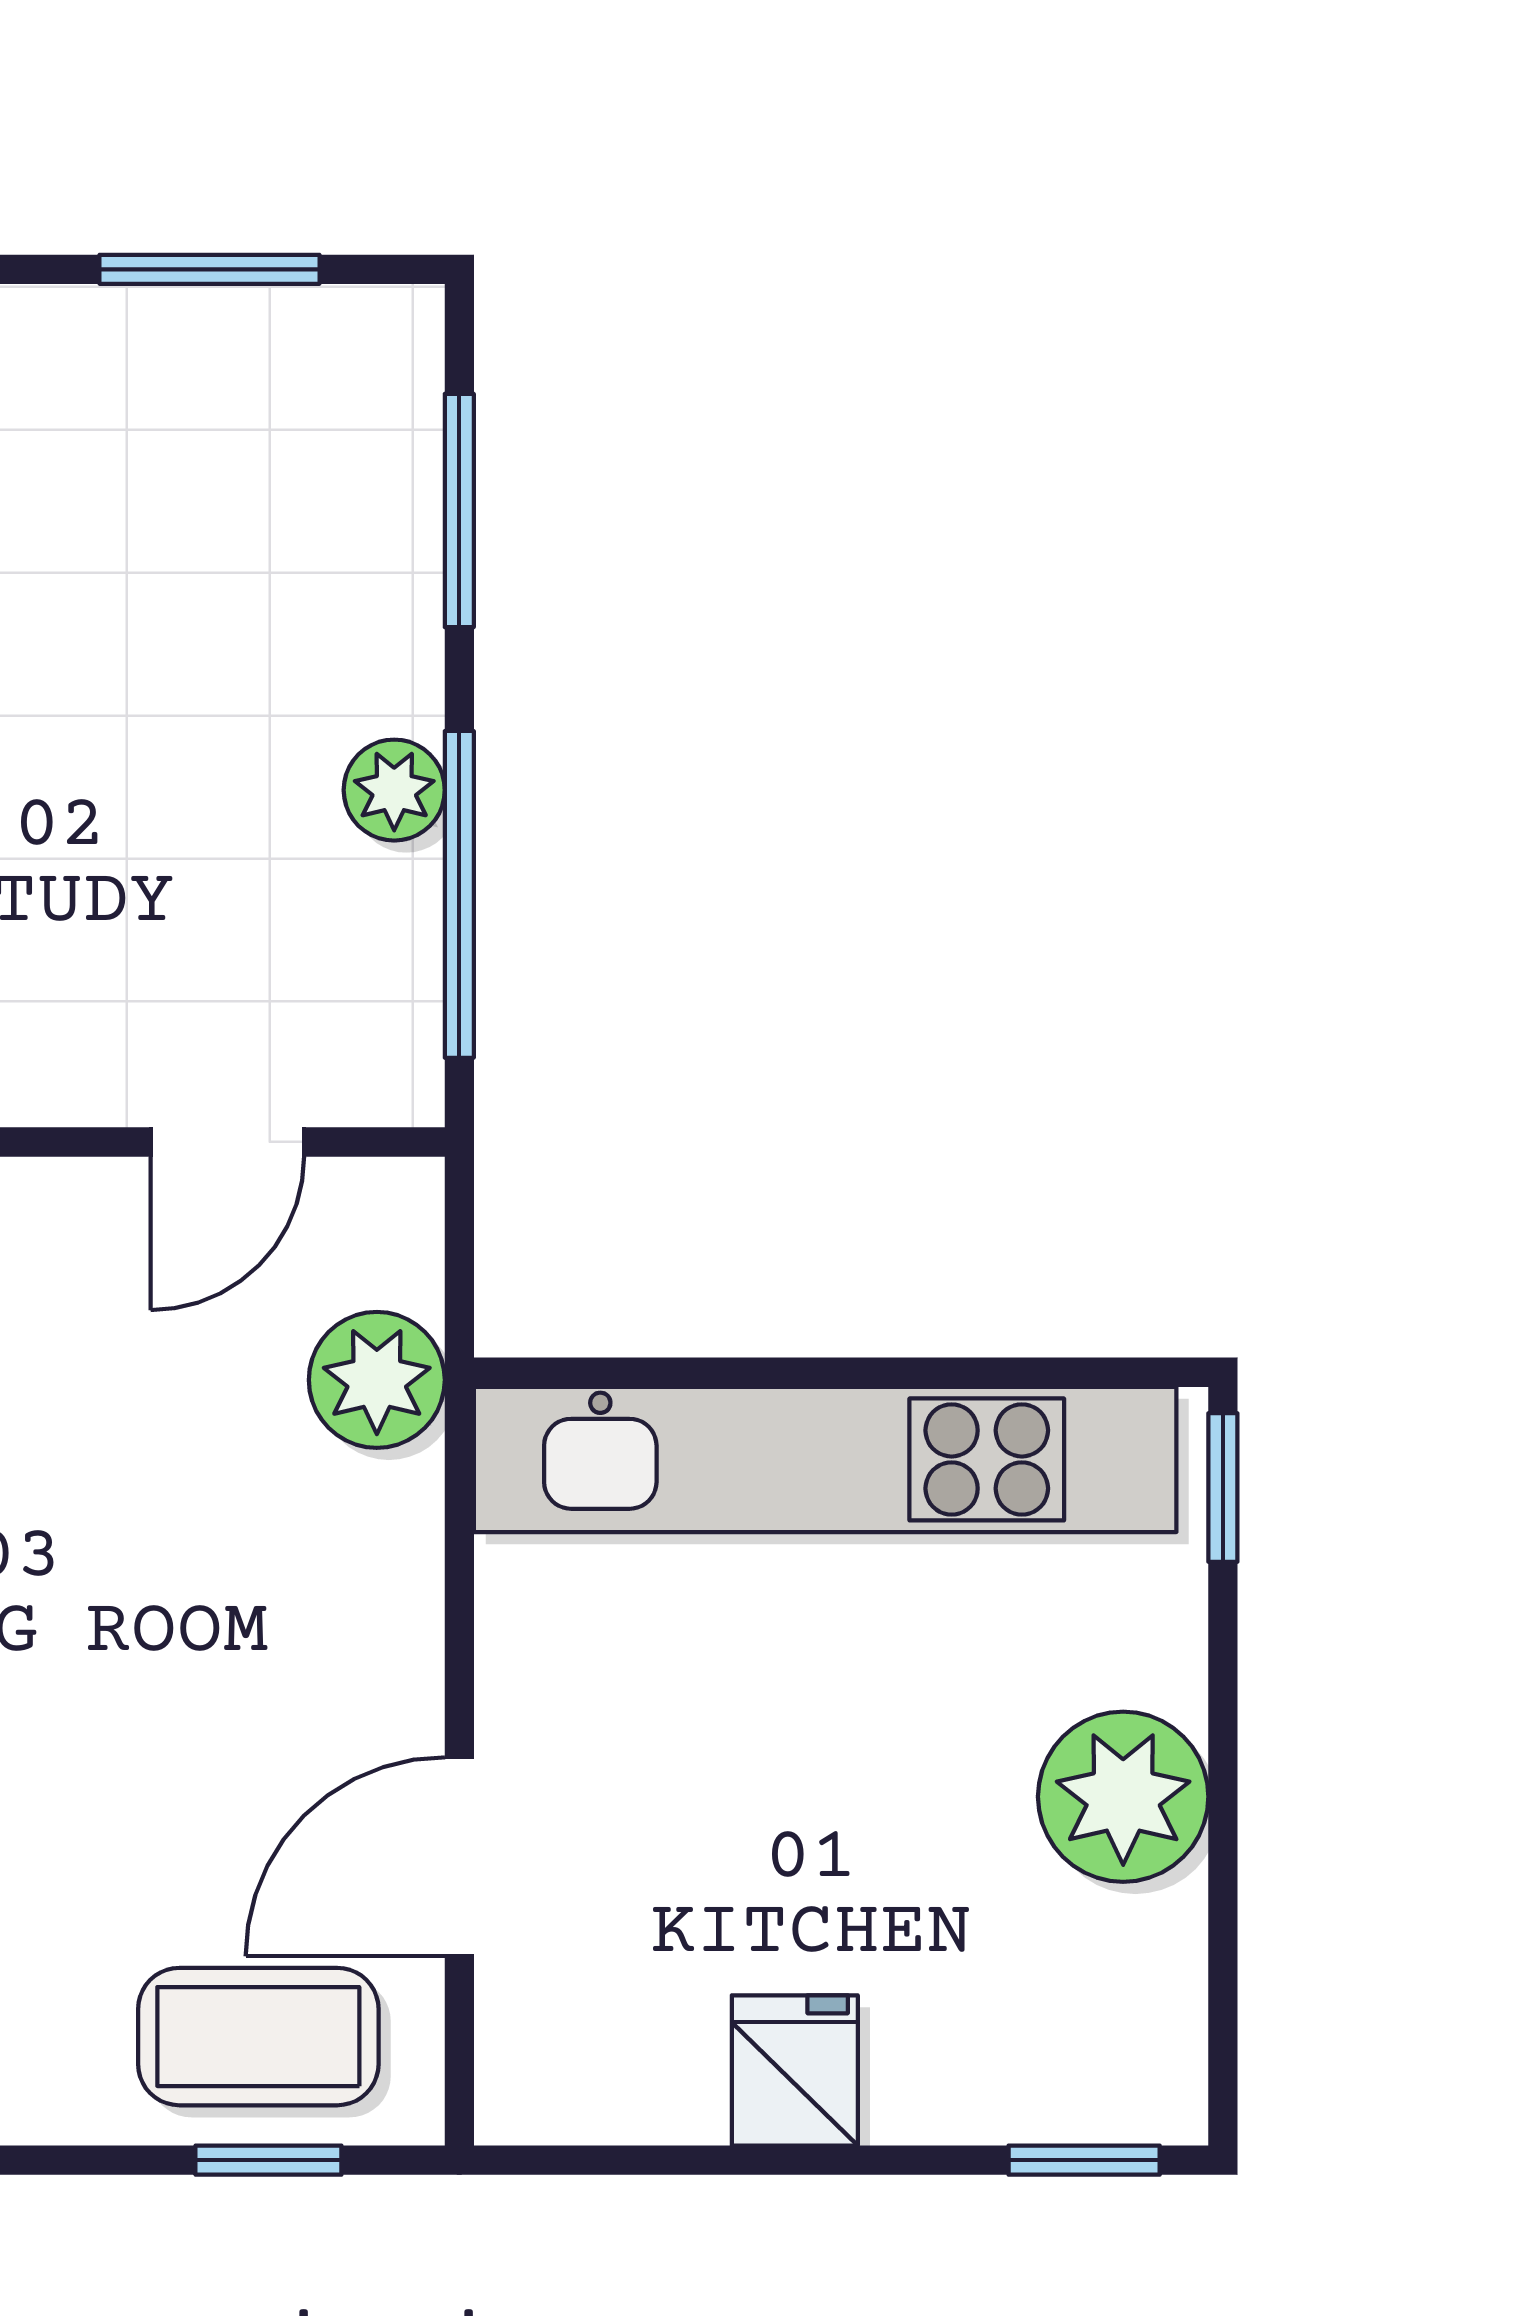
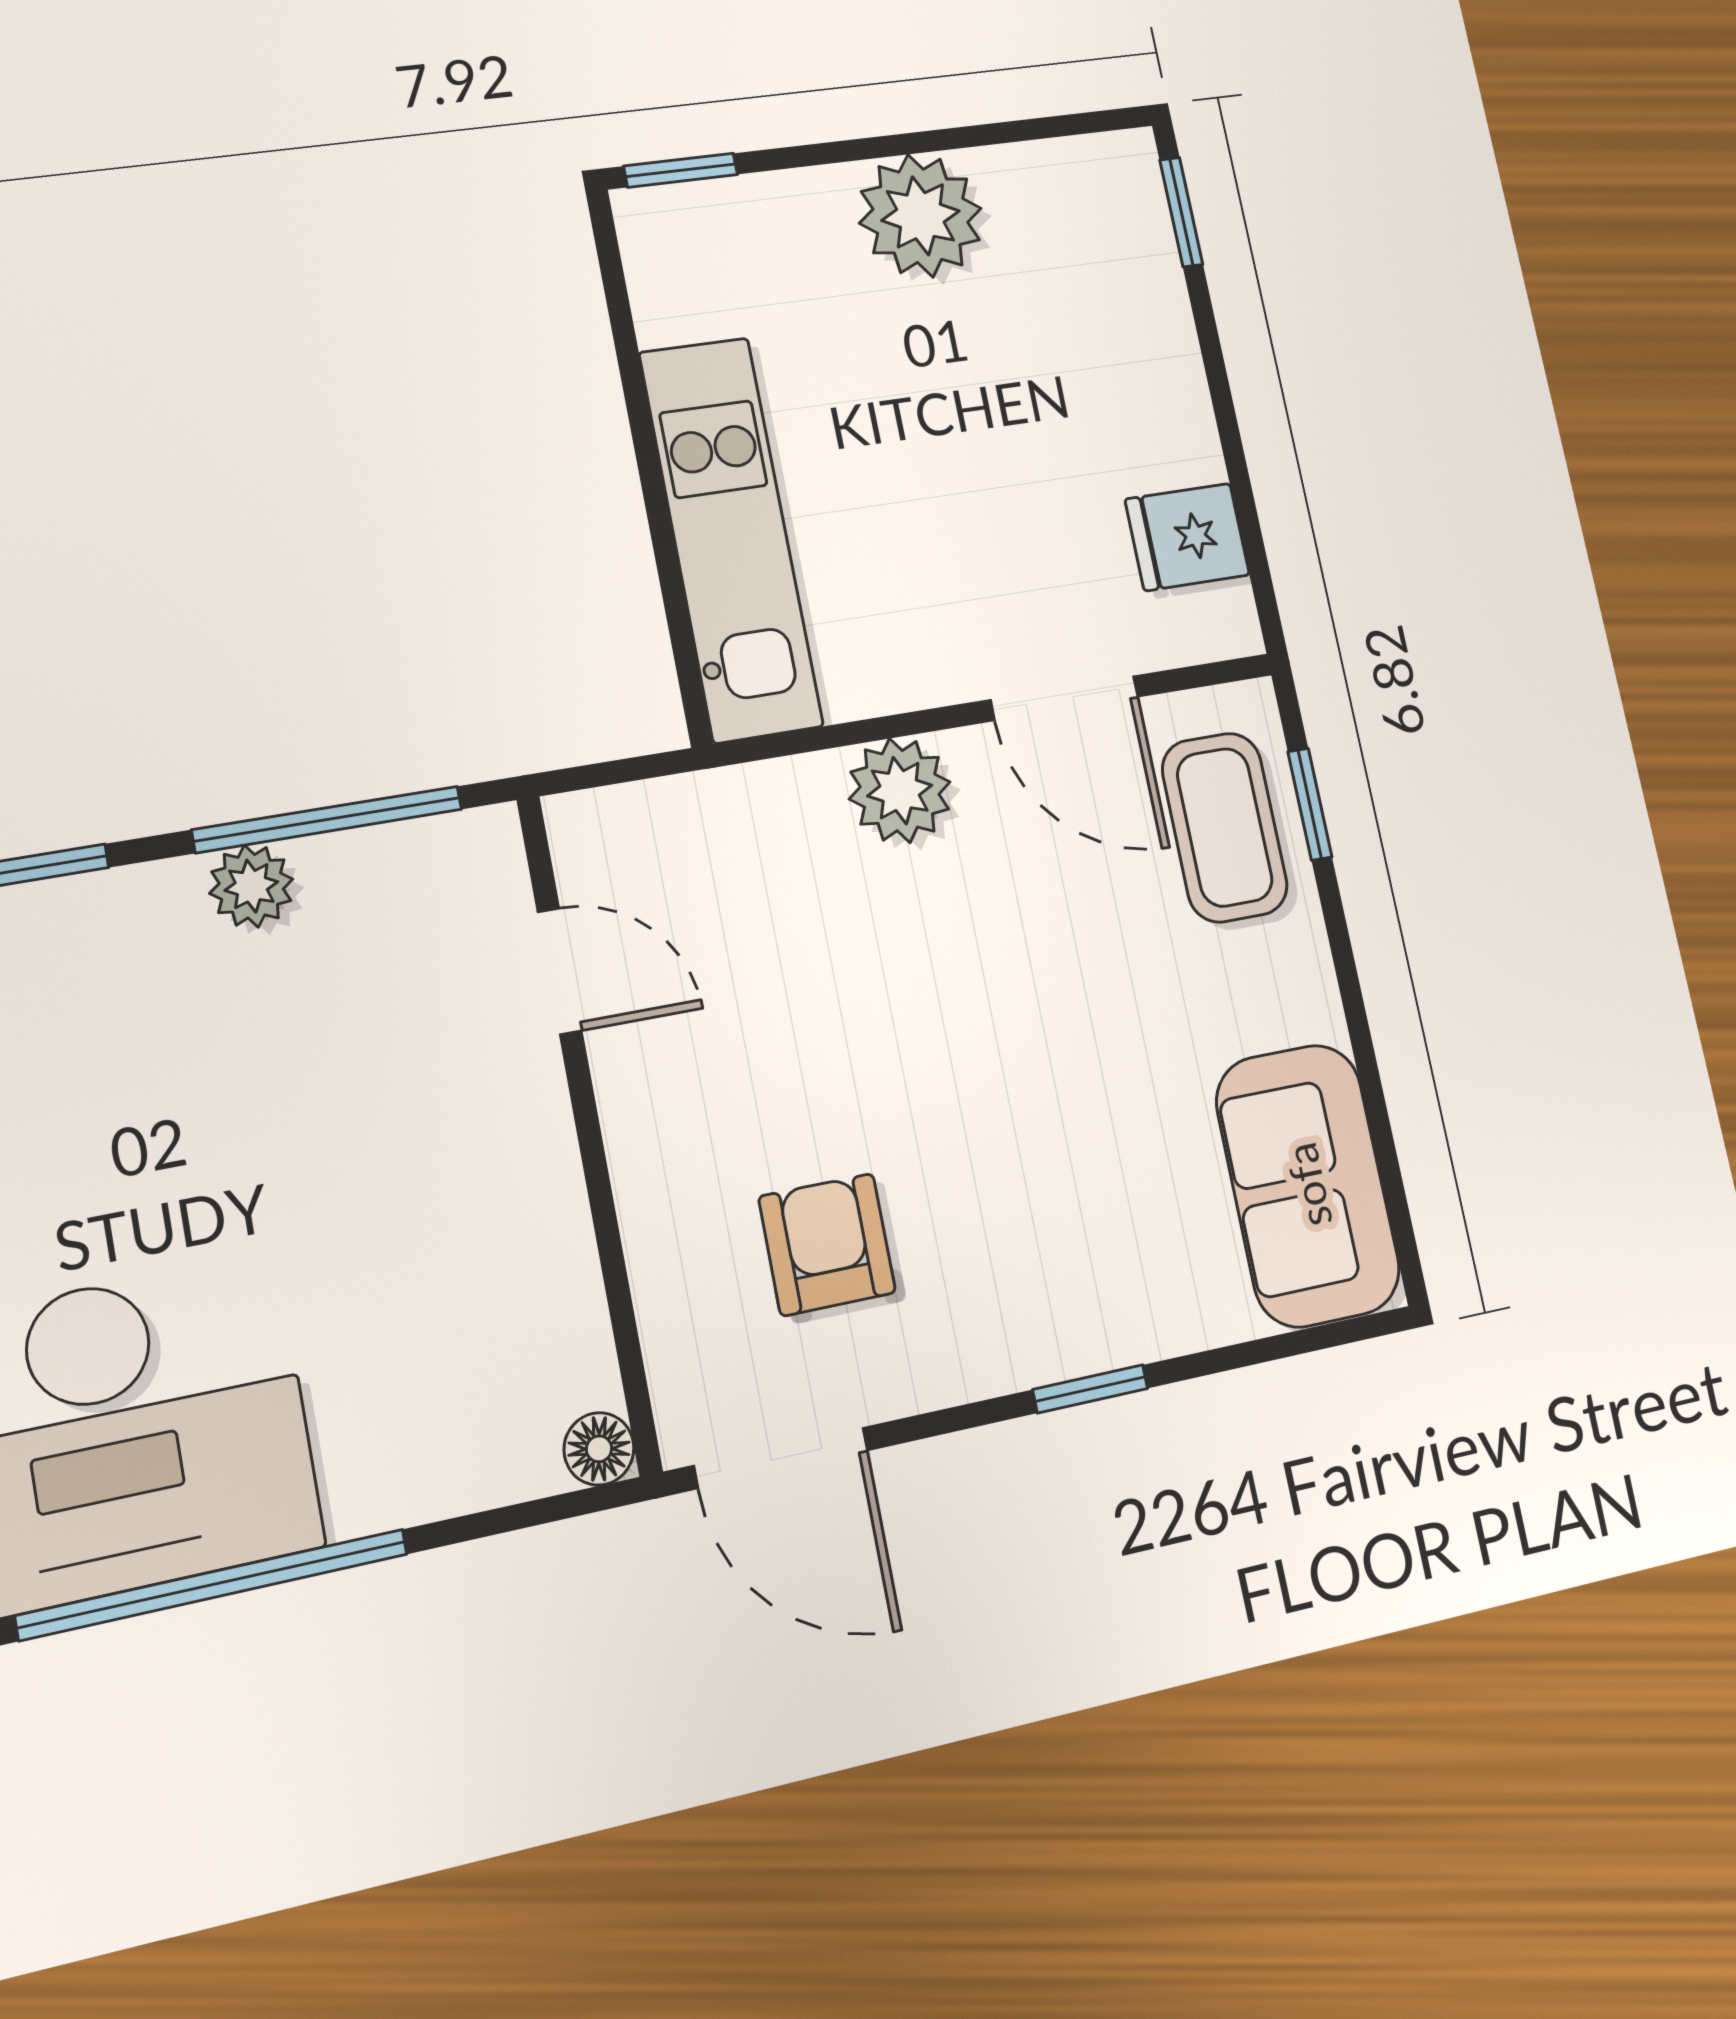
plant: (377, 1380) -> (900, 791), moved
kitchen unit: (825, 1459) -> (731, 539), width x0.73
fridge: (795, 2070) -> (1187, 537), moved

